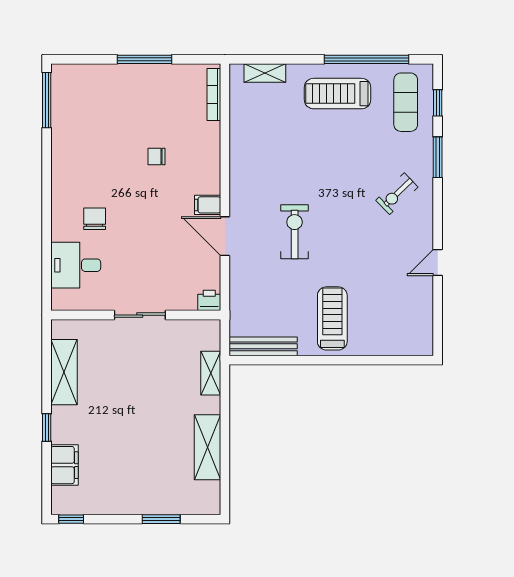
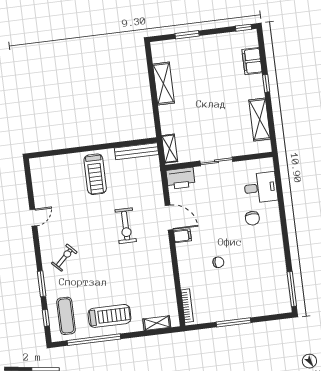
printer: (209, 300) -> (181, 178), width x1.87, depth x1.48
shelving: (211, 373) -> (170, 149), moved

